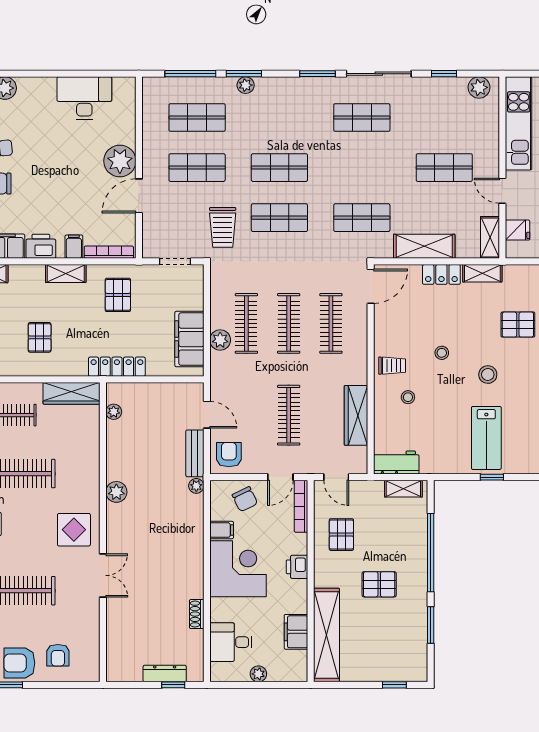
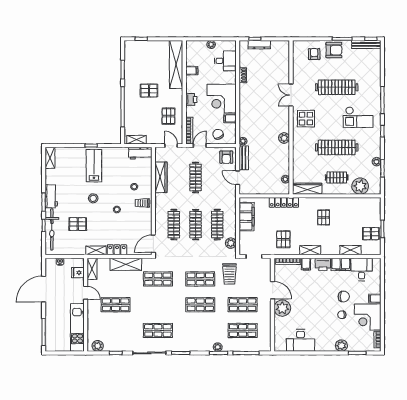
door: (139, 196) -> (273, 290), hinge flipped
trolley: (223, 227) -> (229, 274), turned 180
plant: (220, 340) -> (231, 243), moved
filing cabinet: (296, 632) -> (192, 71), width x0.50

